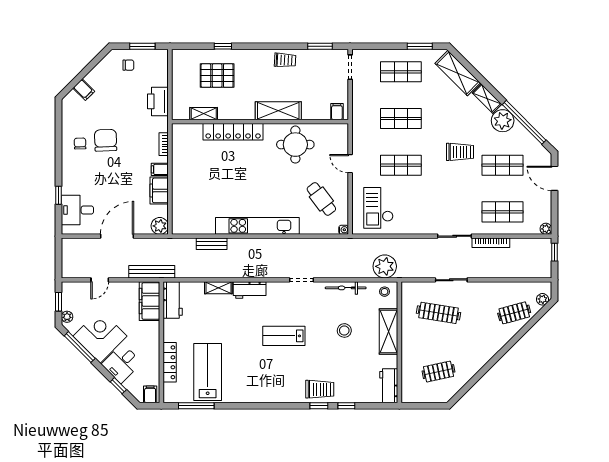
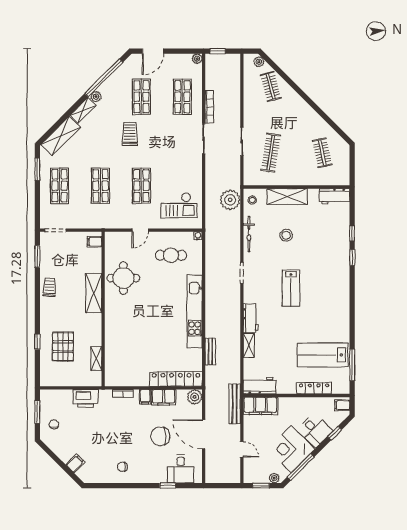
plant: (503, 121) -> (96, 97), width x0.53, depth x0.53
locker: (233, 132) -> (176, 379), moved, turned -90
chair: (106, 140) -> (160, 436), moved
cafe table: (321, 199) -> (171, 255), turned 37
trolley: (320, 389) -> (338, 257), removed

